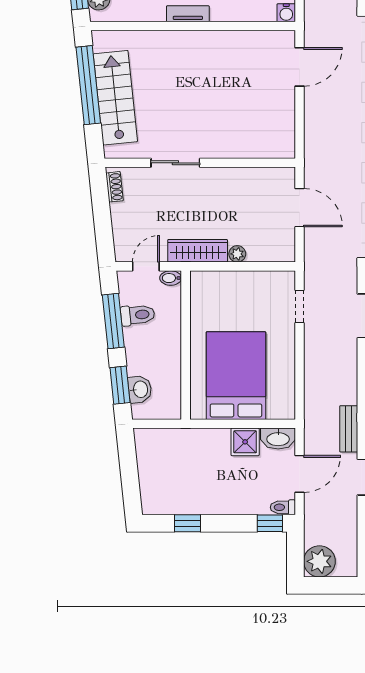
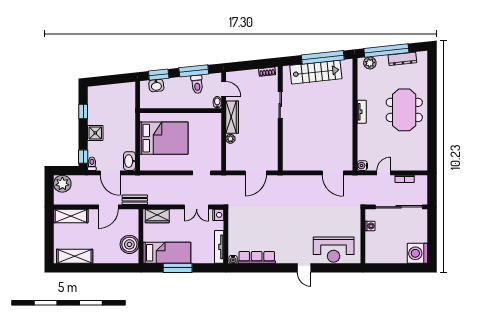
shower: (245, 442) -> (95, 133), moved

